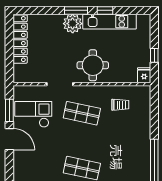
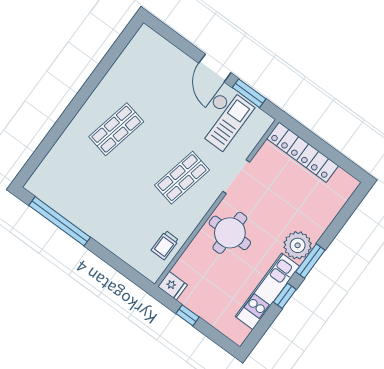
locker: (20, 39) -> (302, 152), moved
trolley: (120, 105) -> (165, 245), moved
door: (9, 139) -> (215, 68), hinge flipped

